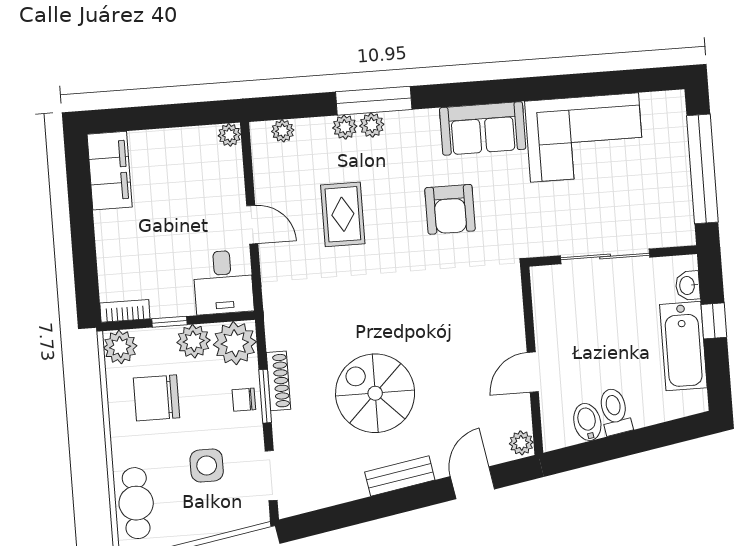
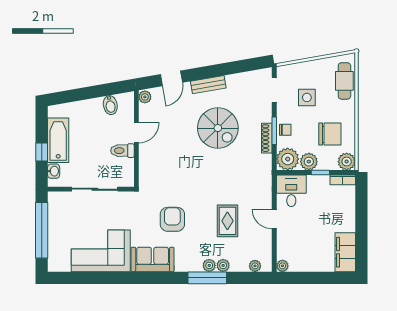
toilet: (615, 411) -> (122, 151), moved, turned 100

